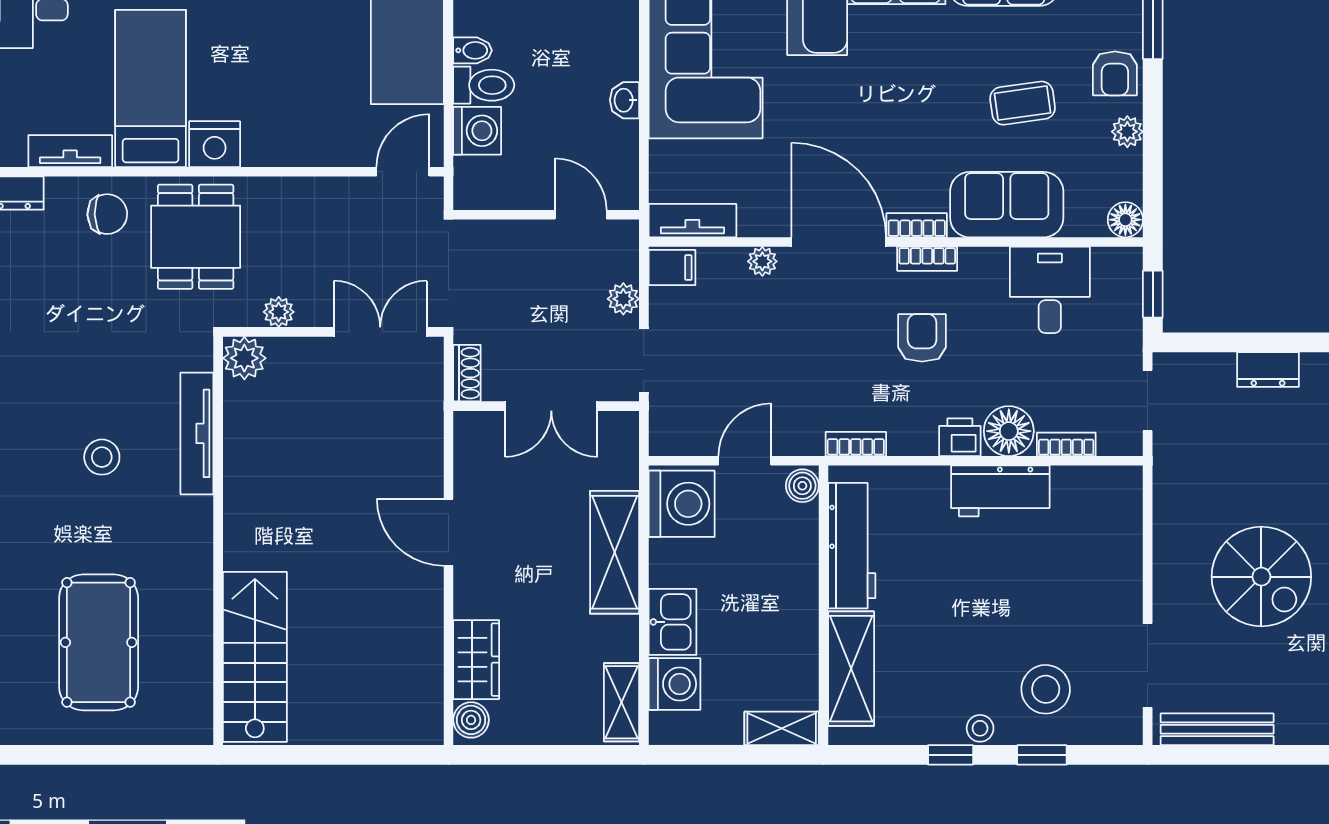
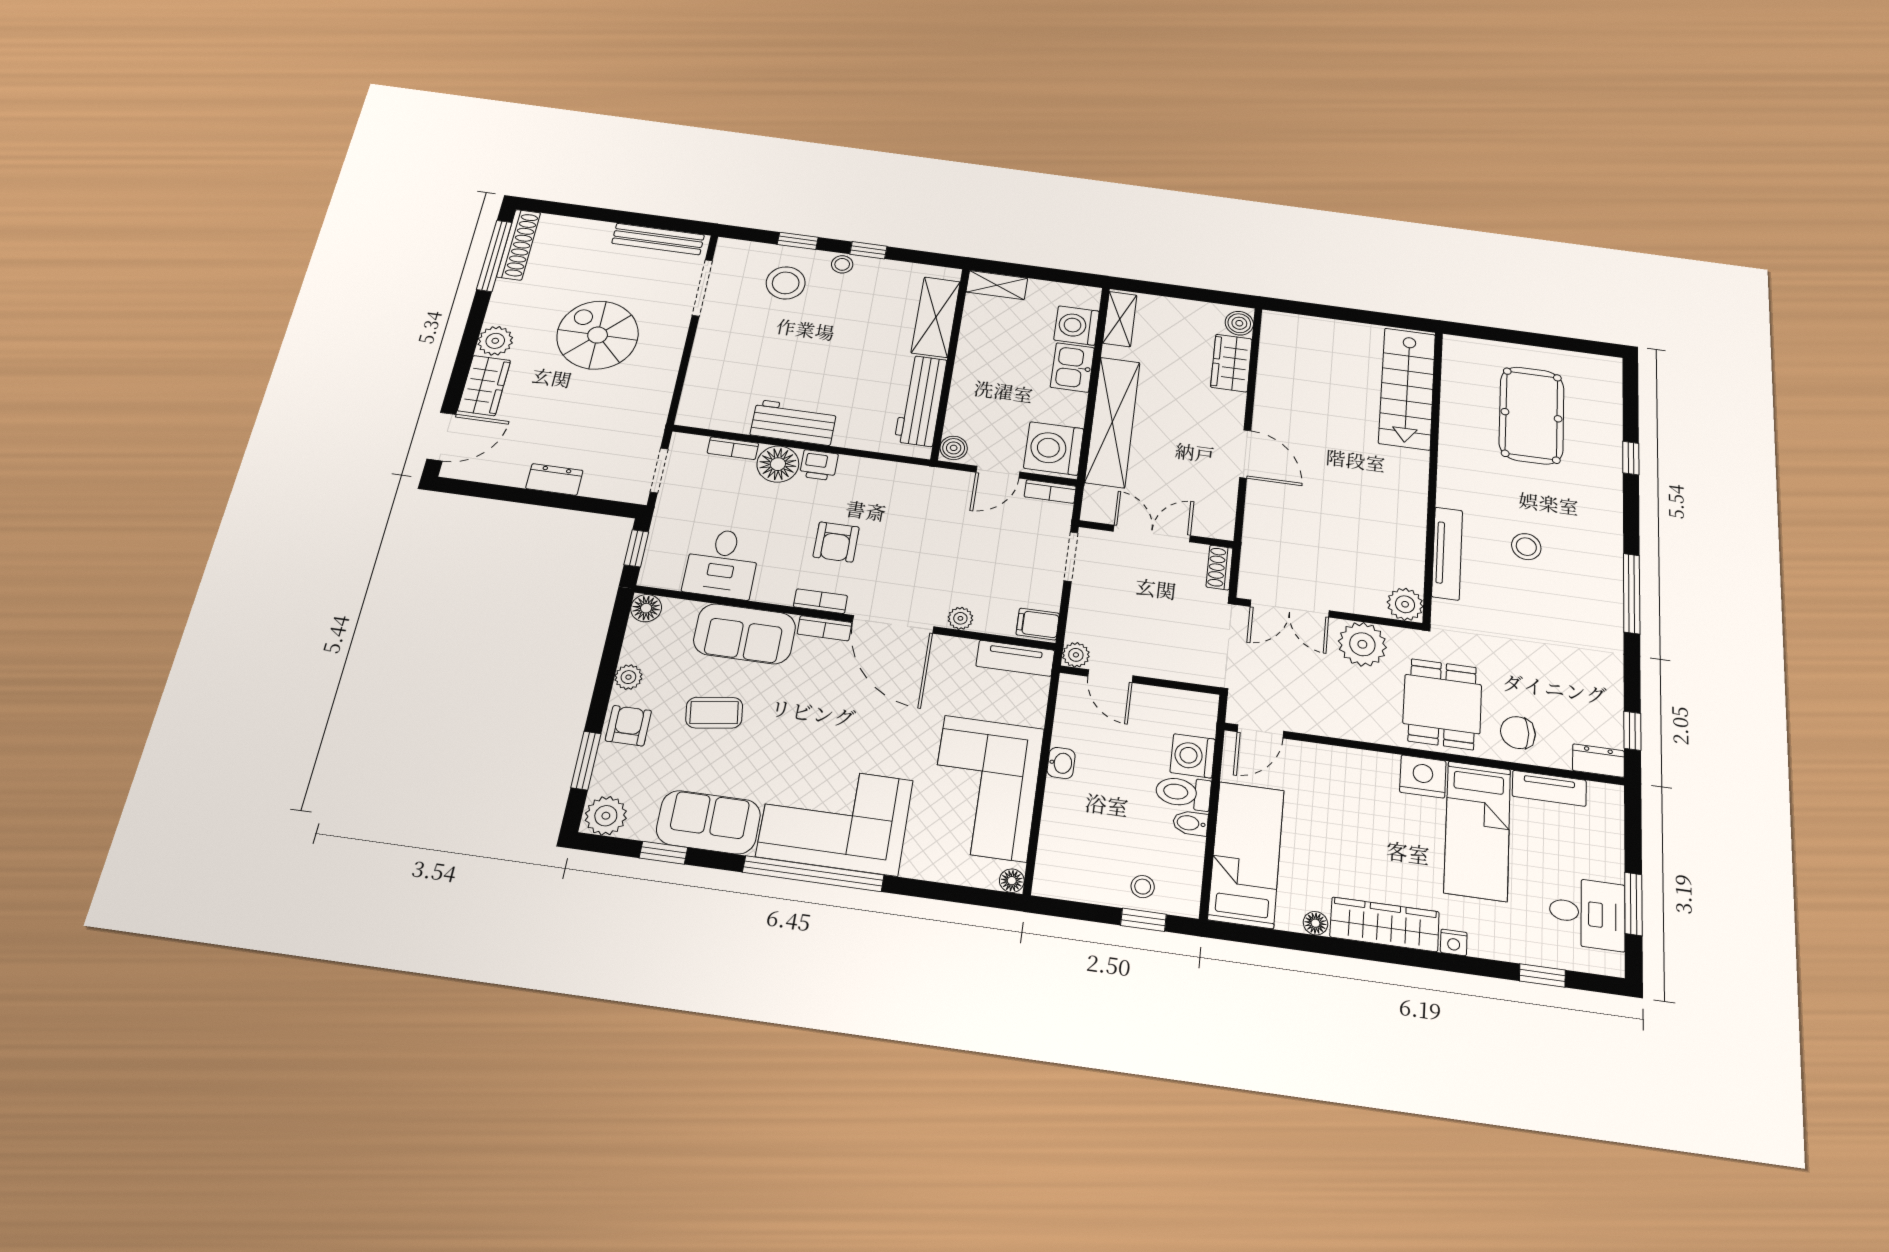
plant: (623, 299) -> (1076, 655), moved
plant: (279, 312) -> (1362, 644), width x1.87, depth x1.87
bookcase: (856, 444) -> (1050, 492), moved
shelving: (615, 552) -> (1113, 422), width x1.47

